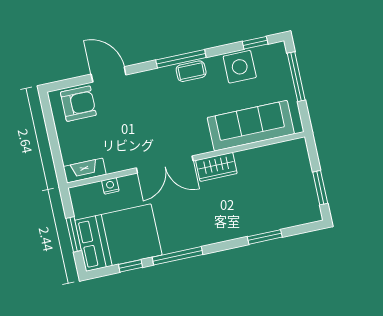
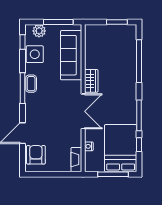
plant: (279, 66) -> (39, 31), added
window: (296, 77) -> (58, 22), moved
window: (74, 234) -> (113, 174), width x1.44
window: (265, 237) -> (139, 61), width x2.11

